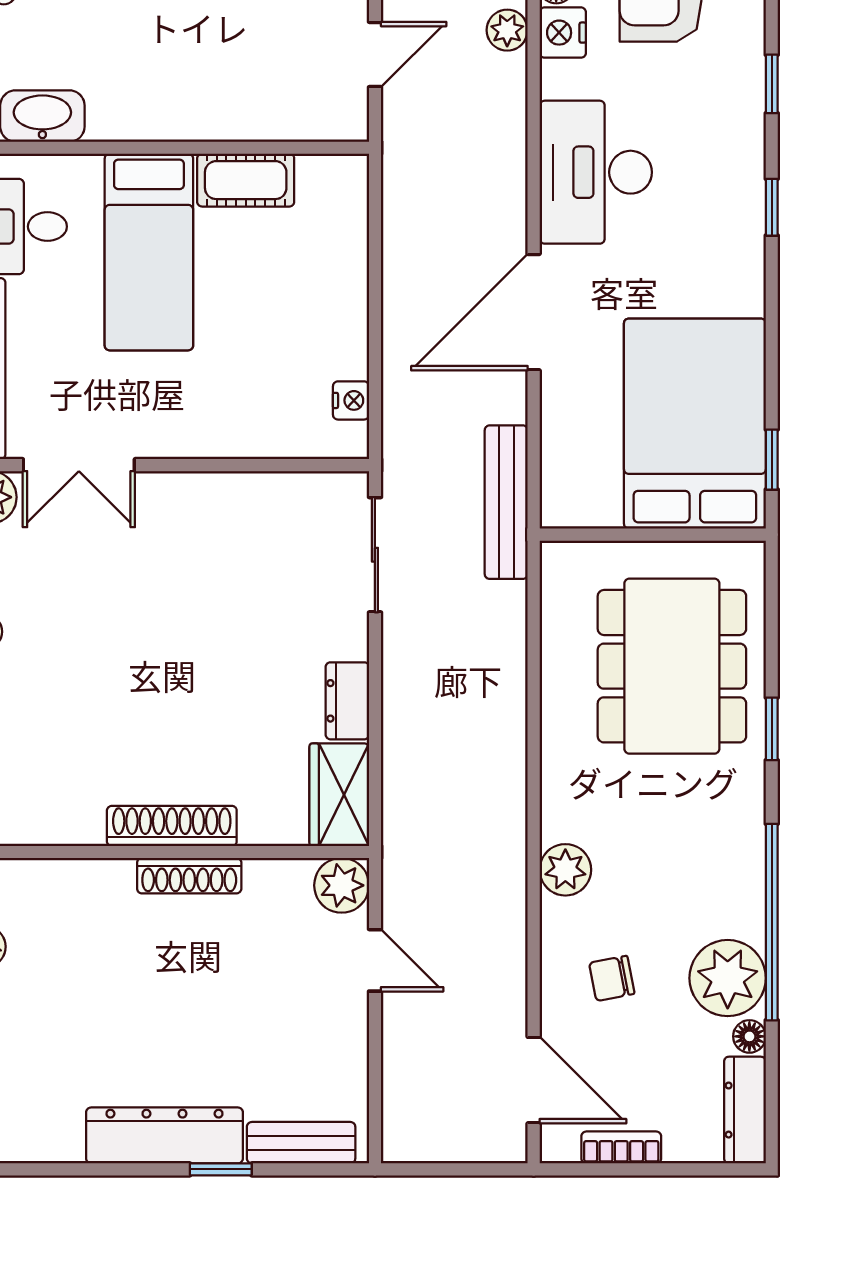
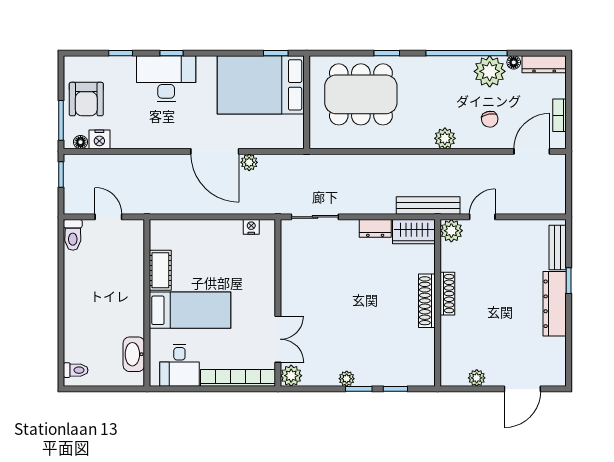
plant: (507, 30) -> (249, 162), moved
desk: (596, 172) -> (166, 79), moved, turned 180
bench: (506, 502) -> (428, 206), moved

